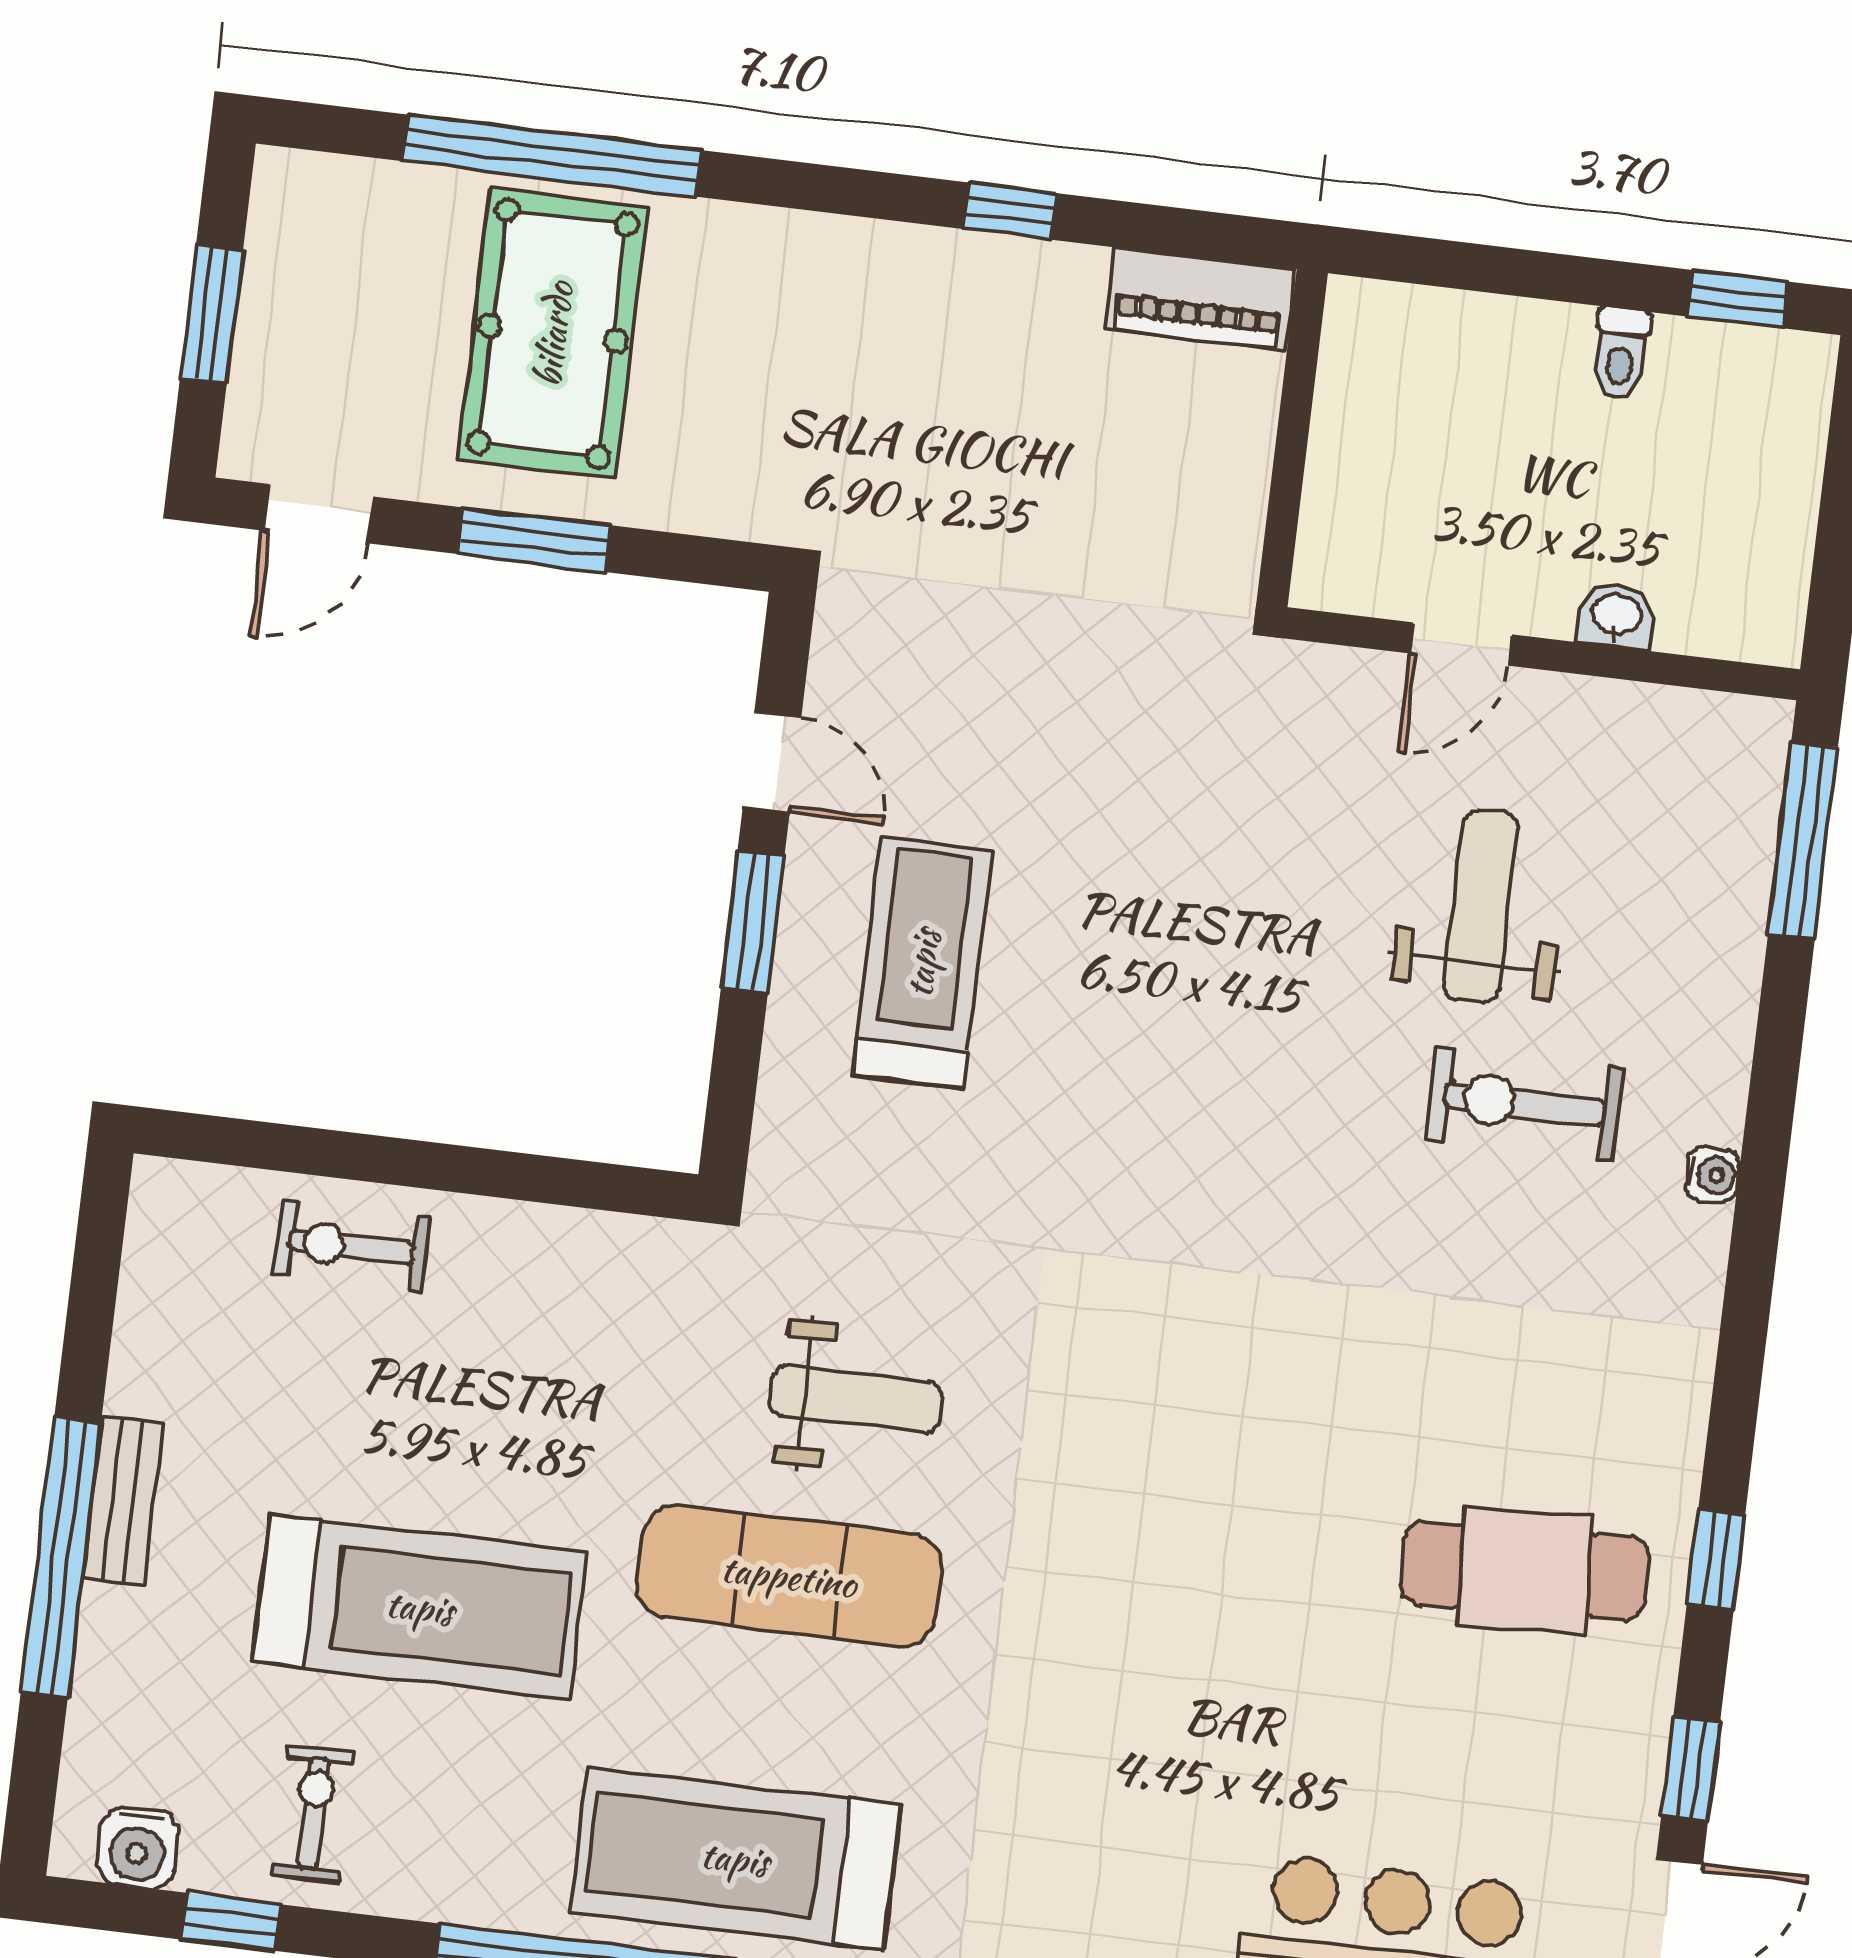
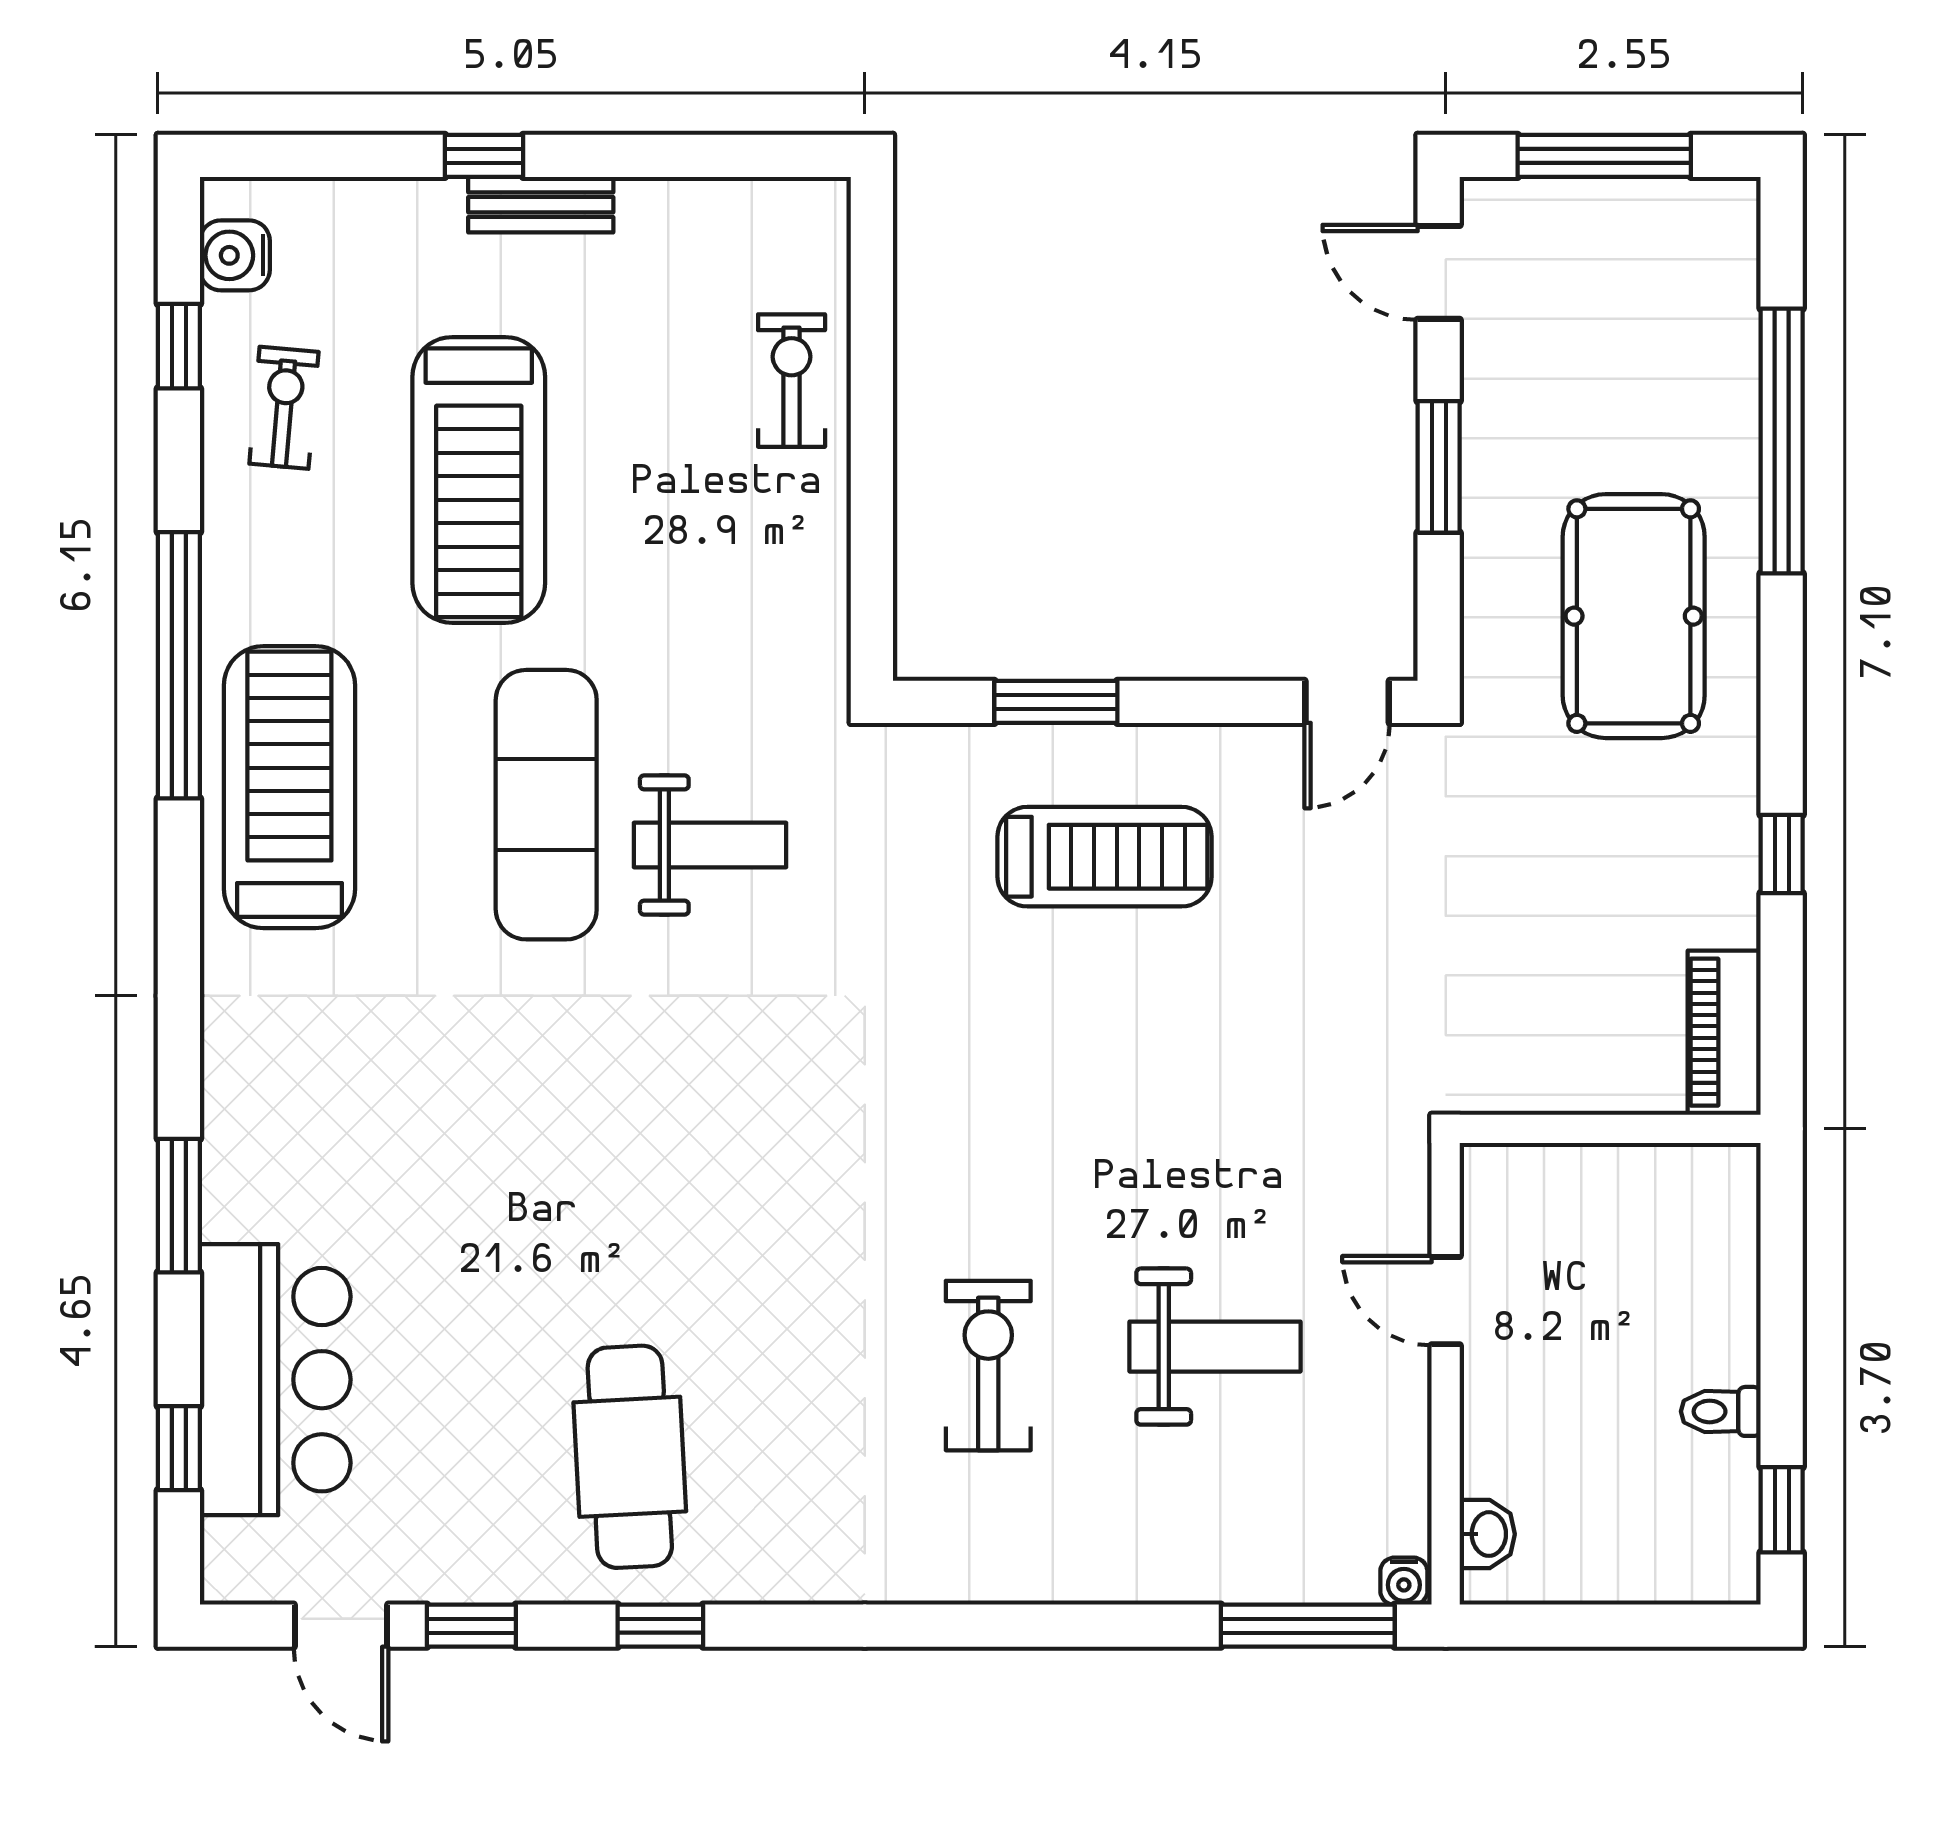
window: (211, 314) -> (1604, 156), width x1.44
pool table: (553, 334) -> (1634, 616), moved, turned 90
washbasin: (1616, 616) -> (1487, 1534), moved
door: (772, 762) -> (1347, 702), moved
window: (753, 921) -> (1056, 702), moved
exercise bike: (1525, 1104) -> (988, 1366), moved
water cooler: (1712, 1175) -> (1404, 1581), moved
weight bench: (856, 1399) -> (710, 845), turned -90
window: (61, 1558) -> (484, 156), width x0.32
exercise bike: (314, 1813) -> (284, 408), turned -85

